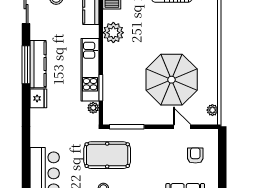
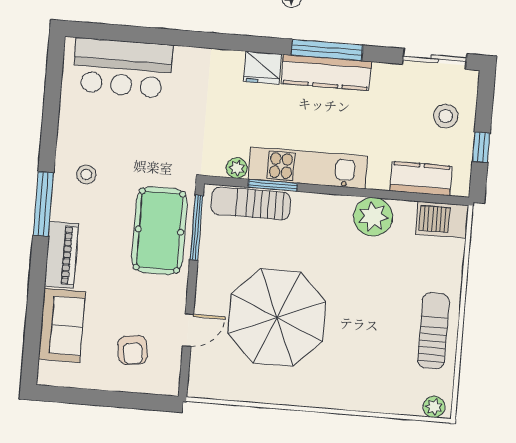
sun lounger: (112, 99) -> (251, 203), added
plant: (212, 110) -> (214, 389), removed
pool table: (107, 155) -> (159, 231), moved
armchair: (195, 155) -> (133, 350), turned 82

